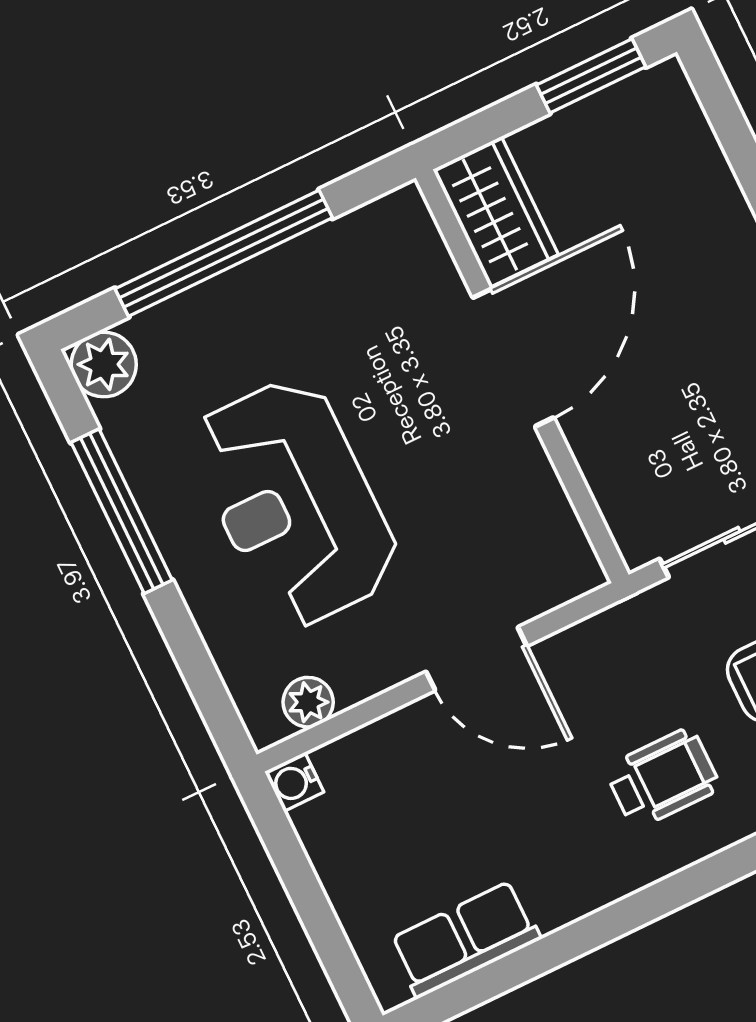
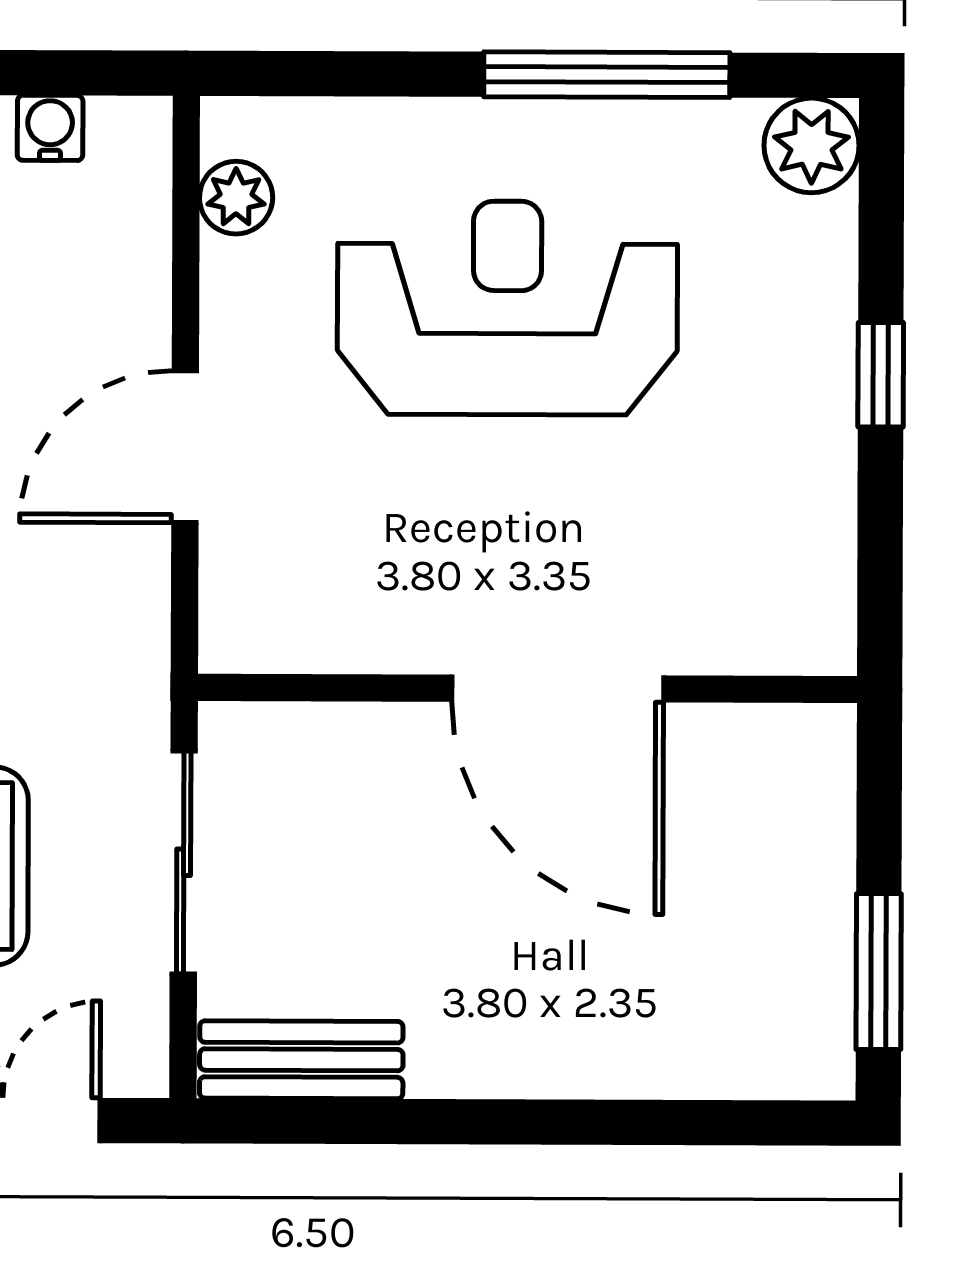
wardrobe: (495, 212) -> (761, 759), removed
window: (224, 253) -> (881, 375), width x0.32
water cooler: (294, 782) -> (50, 128), moved

